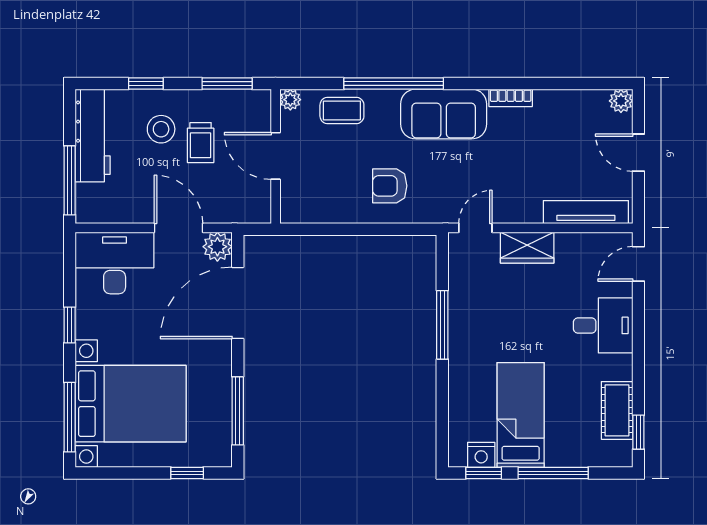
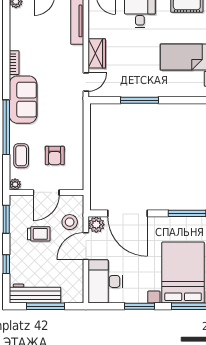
stool: (161, 129) -> (70, 222), moved
window: (70, 180) -> (46, 306), moved
armchair: (390, 186) -> (55, 155), moved
door: (475, 228) -> (86, 82), swing flipped
window: (70, 325) -> (140, 306), width x1.50

